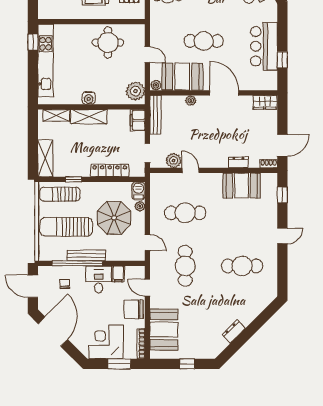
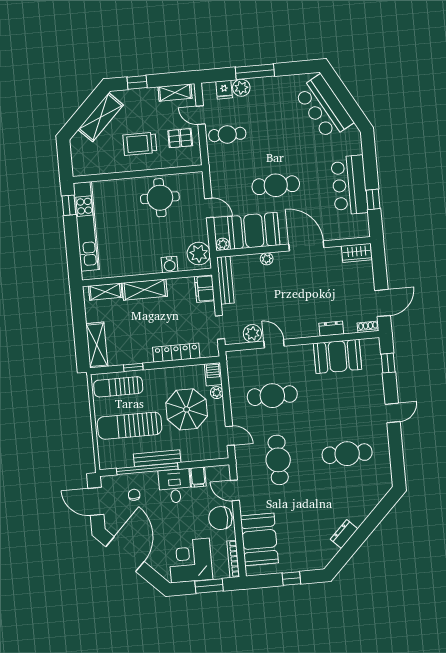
water cooler: (89, 98) -> (170, 264), moved

